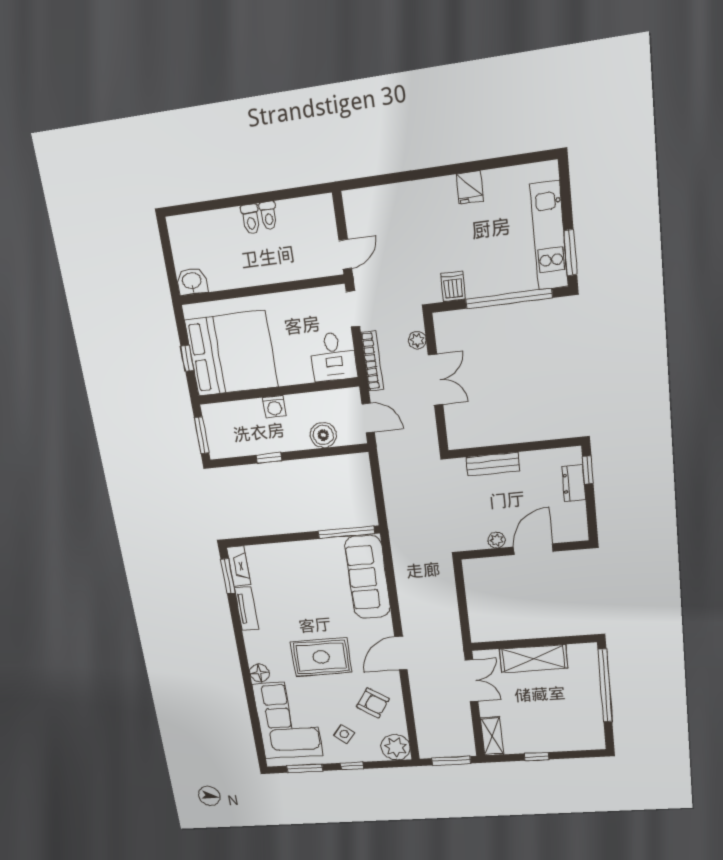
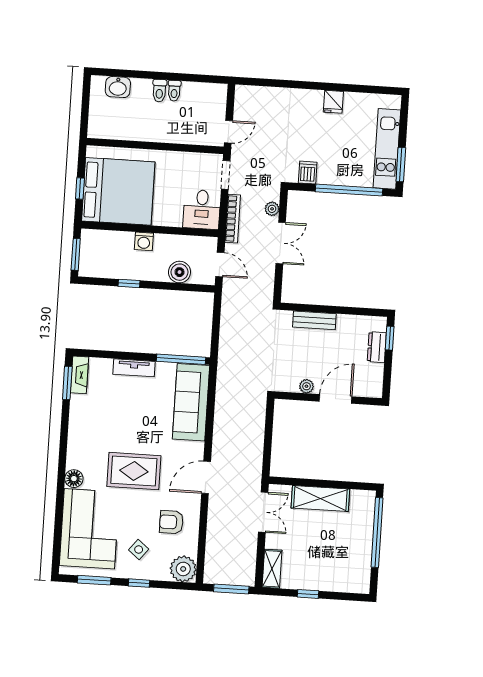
washbasin: (192, 281) -> (118, 87), moved, turned 180
tv unit: (246, 609) -> (134, 368), moved, turned 90
armchair: (373, 703) -> (171, 522), turned 146

